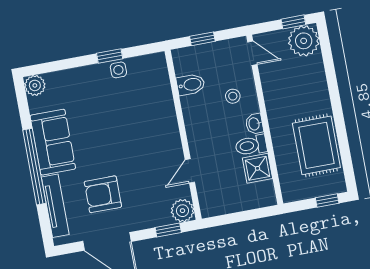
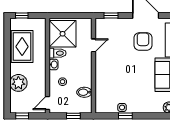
plant: (304, 41) -> (18, 83), moved
door: (252, 53) -> (48, 103), hinge flipped
shower: (257, 168) -> (63, 34), width x1.86, depth x1.86
armchair: (103, 194) -> (143, 41), turned -90
plant: (182, 211) -> (101, 25), removed

